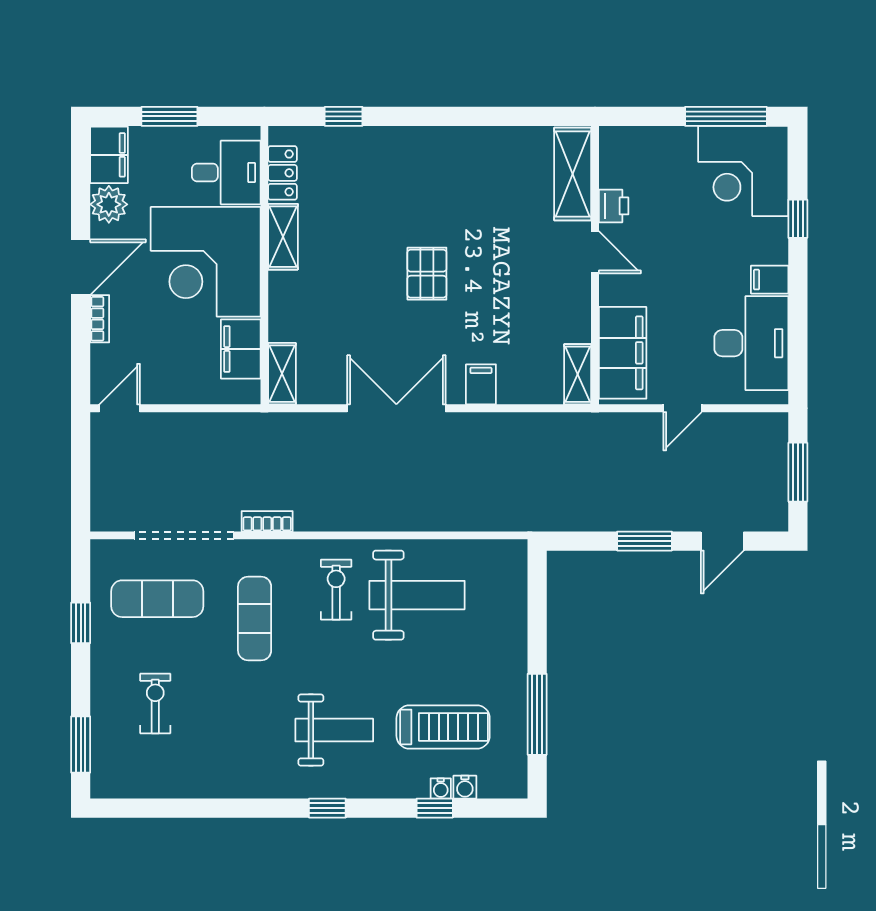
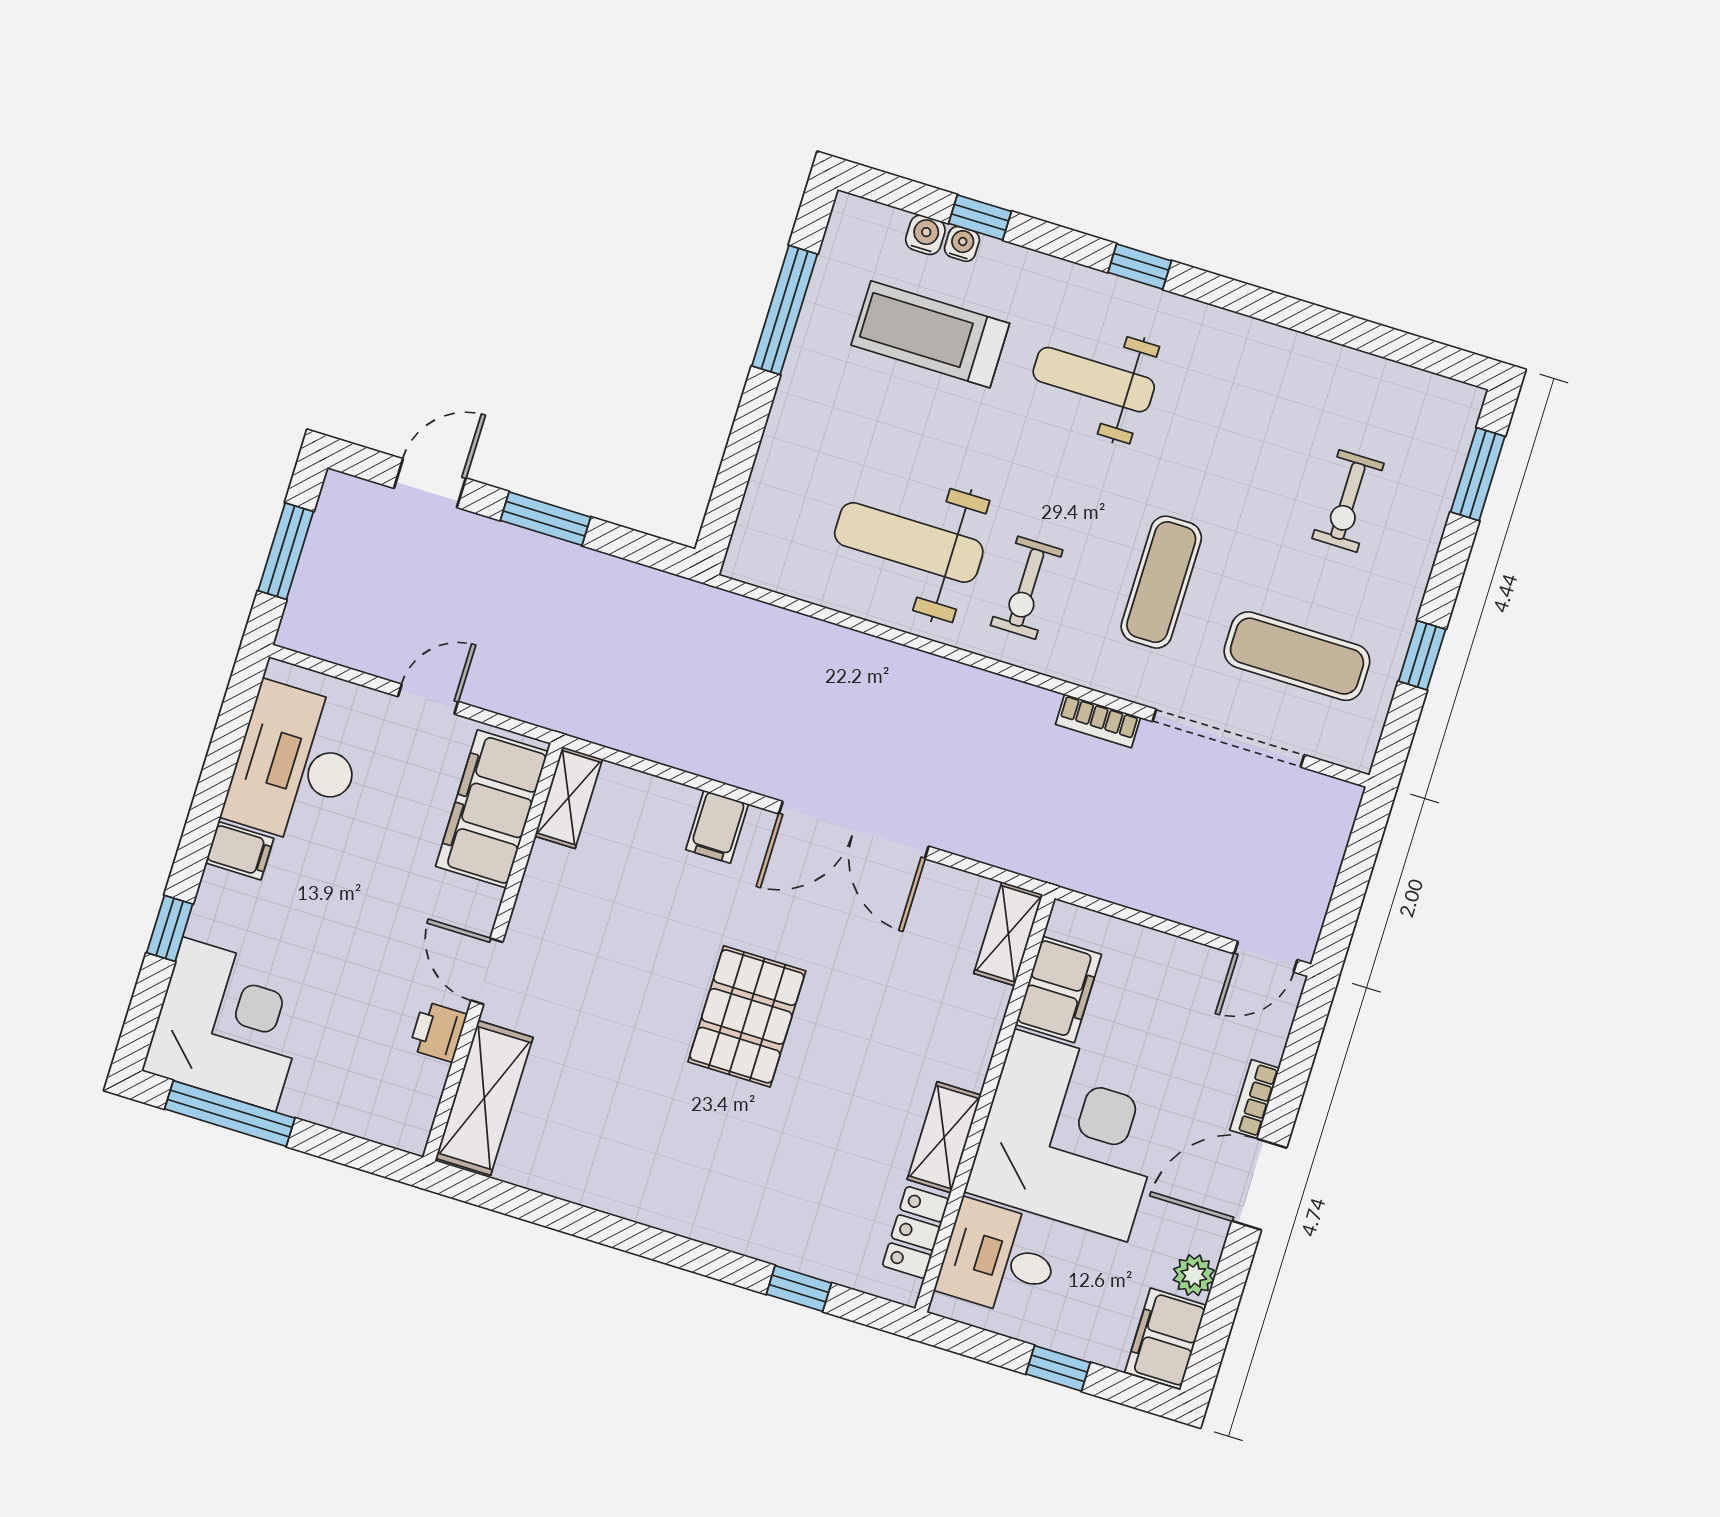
window: (169, 116) -> (1058, 1368), width x0.67
plant: (109, 204) -> (1194, 1275), width x0.73, depth x0.73
pallet: (427, 274) -> (747, 1016), width x1.50, depth x1.42

